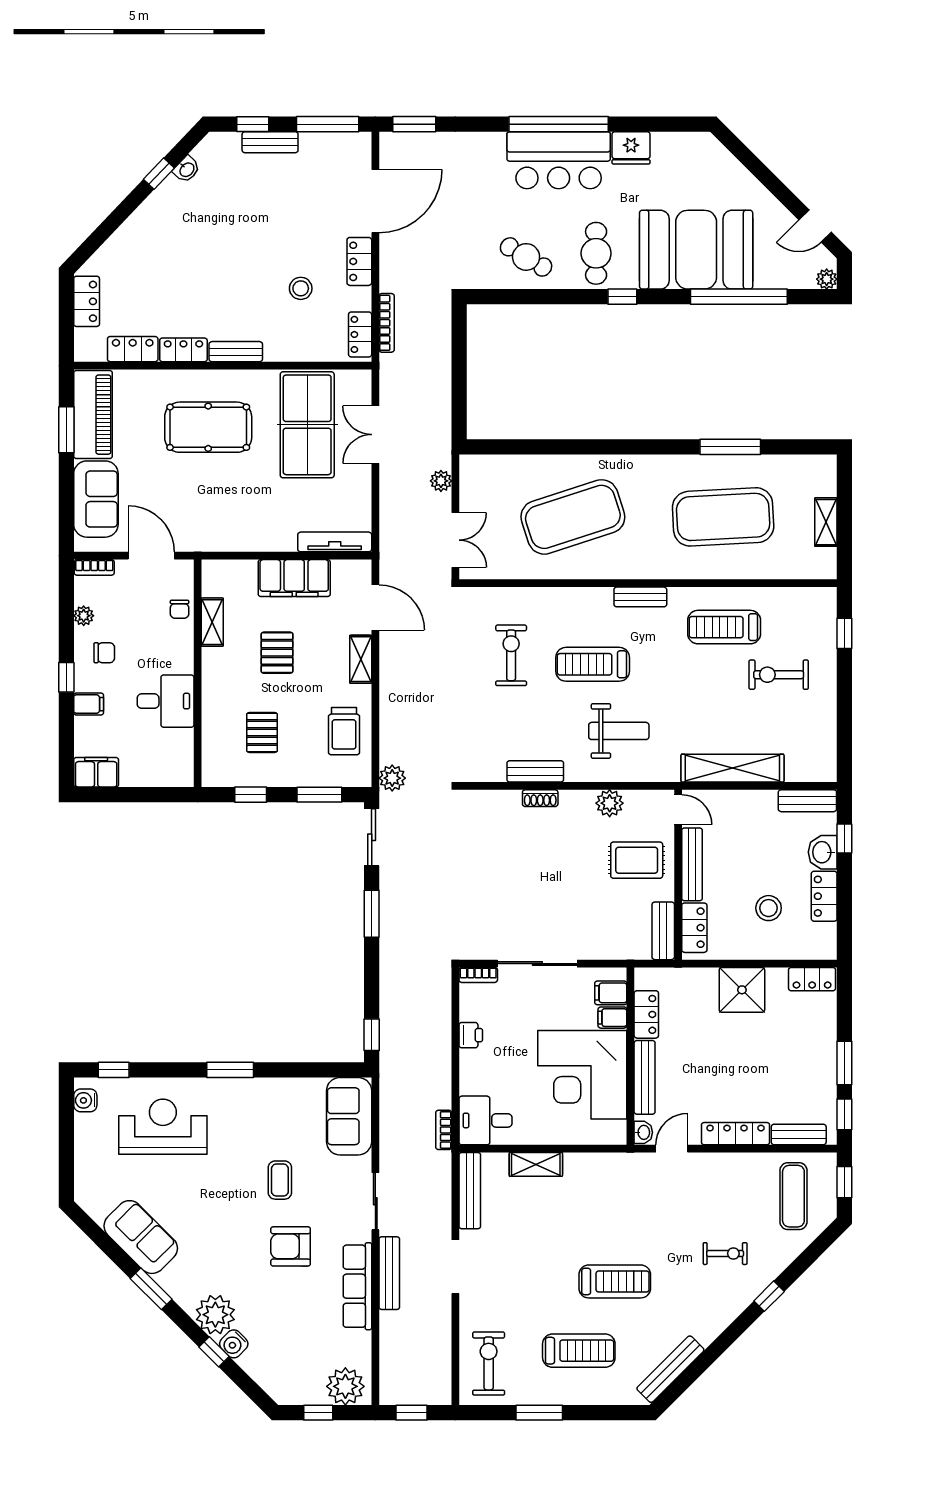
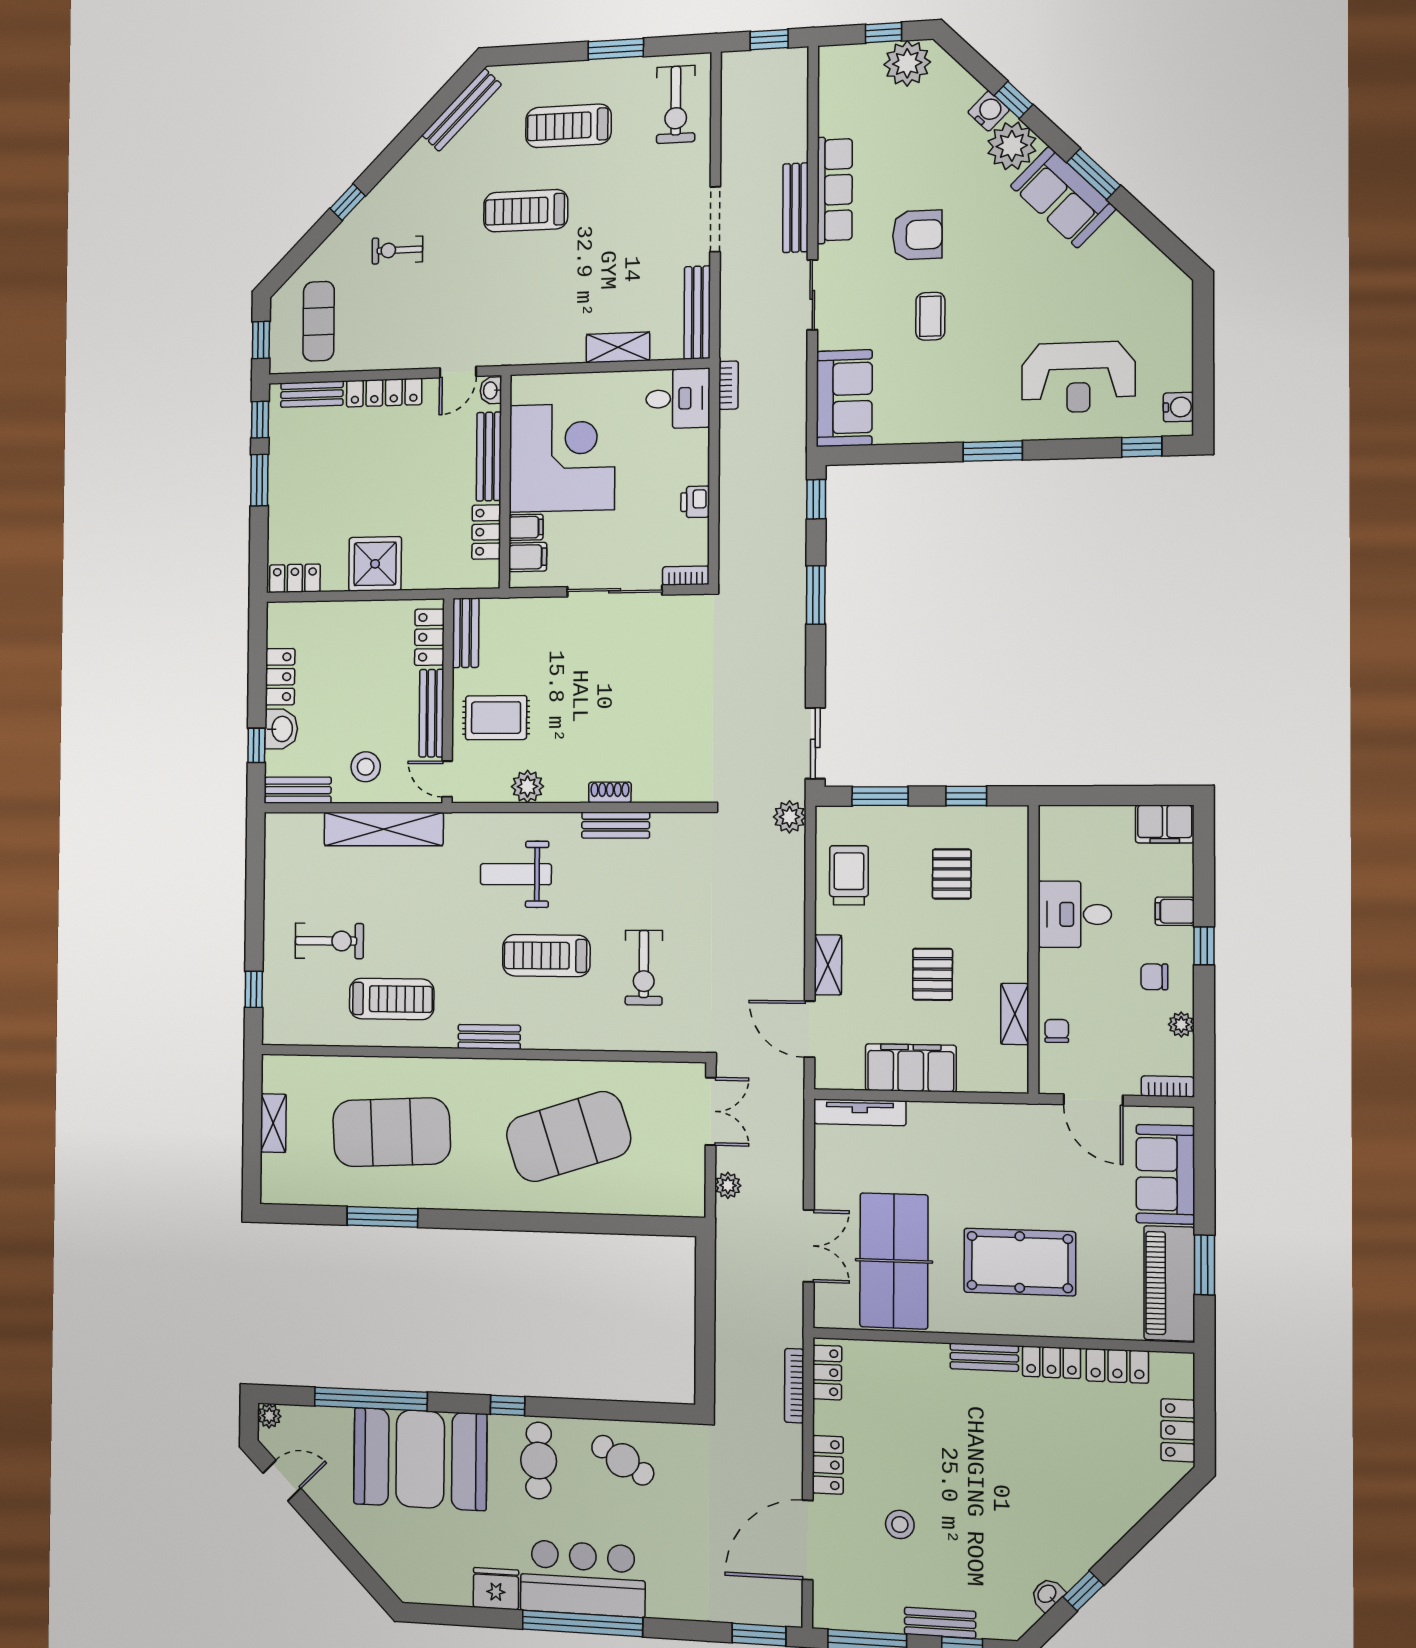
stool: (301, 288) -> (900, 1524), moved
double door: (455, 540) -> (711, 1111), swing flipped
treadmill: (593, 664) -> (546, 956), turned 180
stool: (769, 908) -> (366, 767), moved
window: (372, 914) -> (816, 595), moved
sofa: (141, 1237) -> (1063, 197), moved
plant: (345, 1386) -> (907, 63), moved

